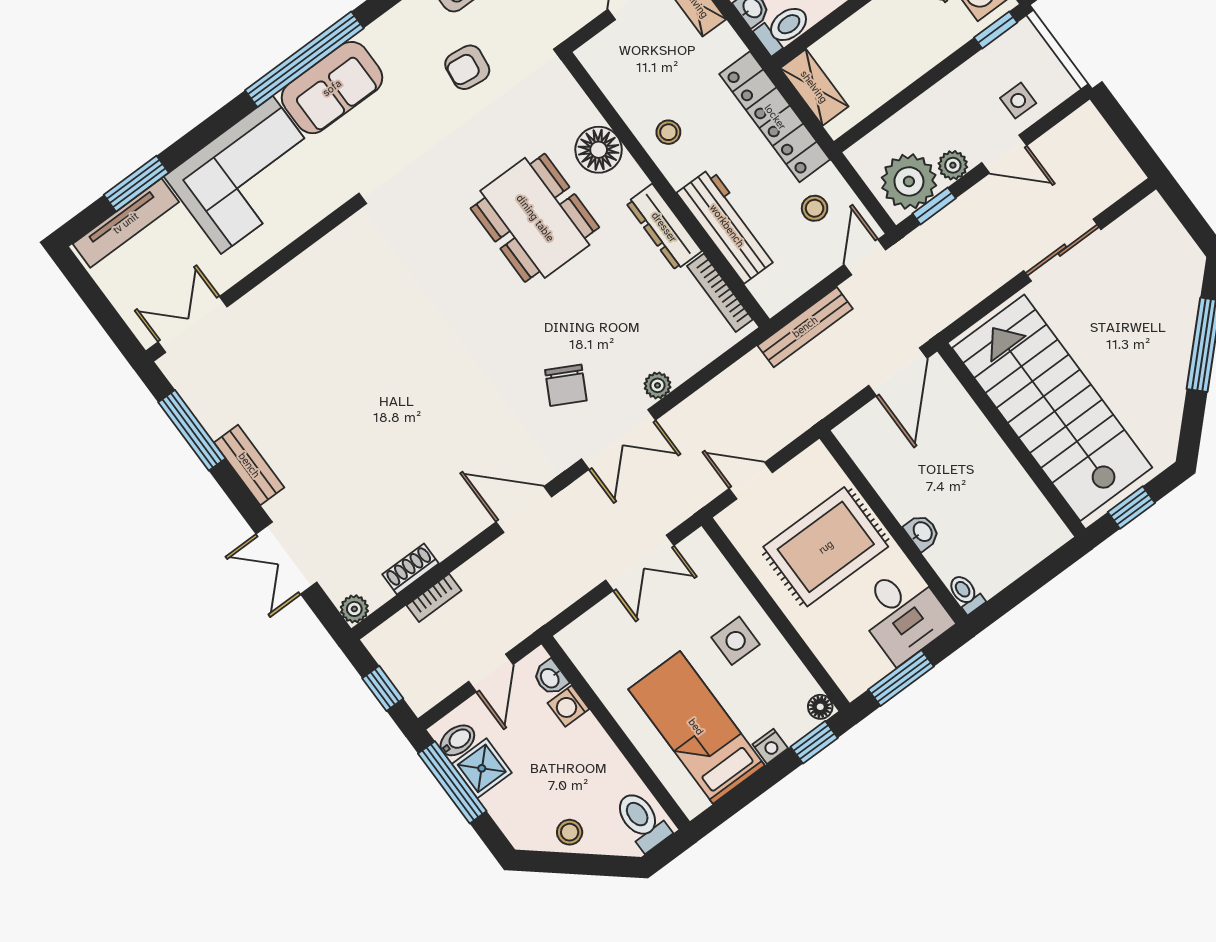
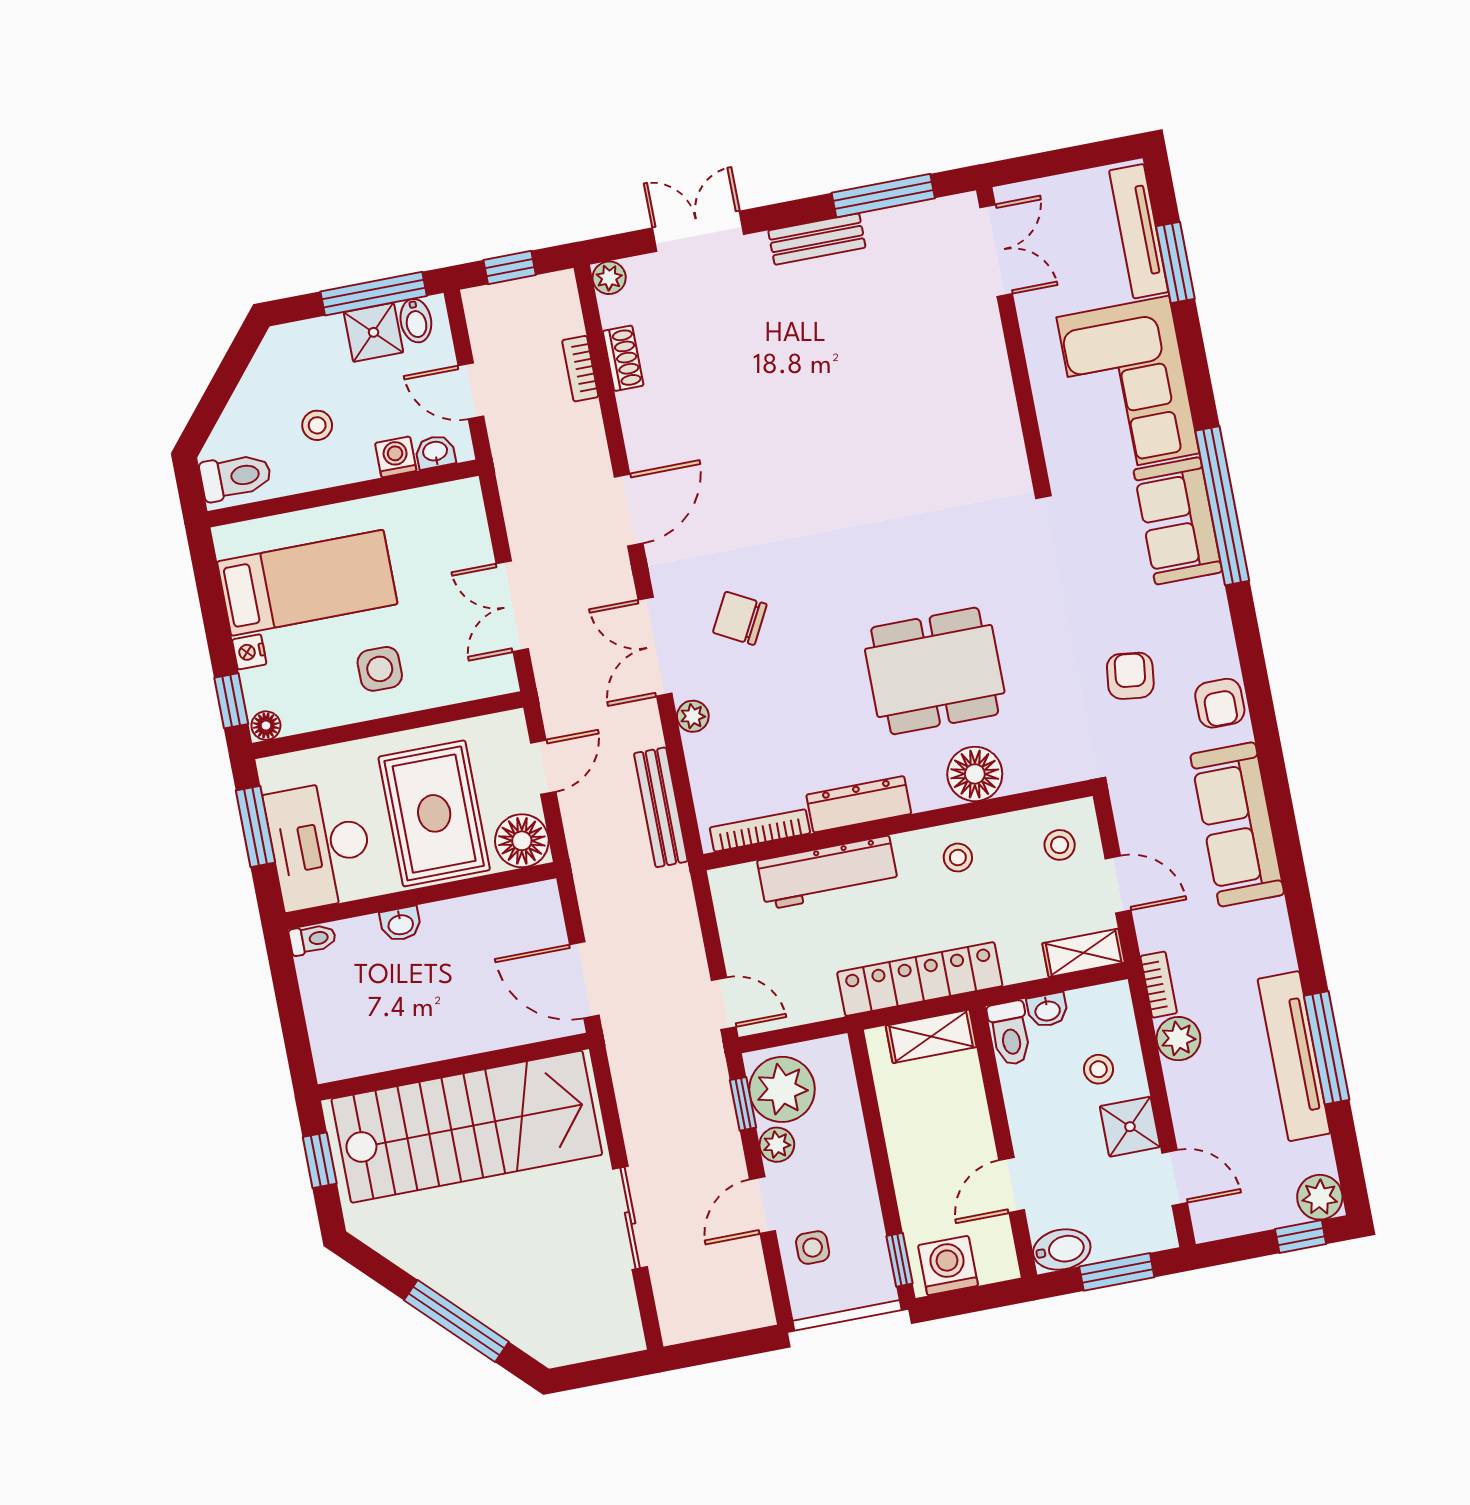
stool: (815, 208) -> (1060, 845), moved
bench: (805, 327) -> (661, 807), moved
floor lamp: (815, 470) -> (522, 841), added
desk: (903, 614) -> (320, 845), width x1.37
stool: (570, 832) -> (317, 425), moved

